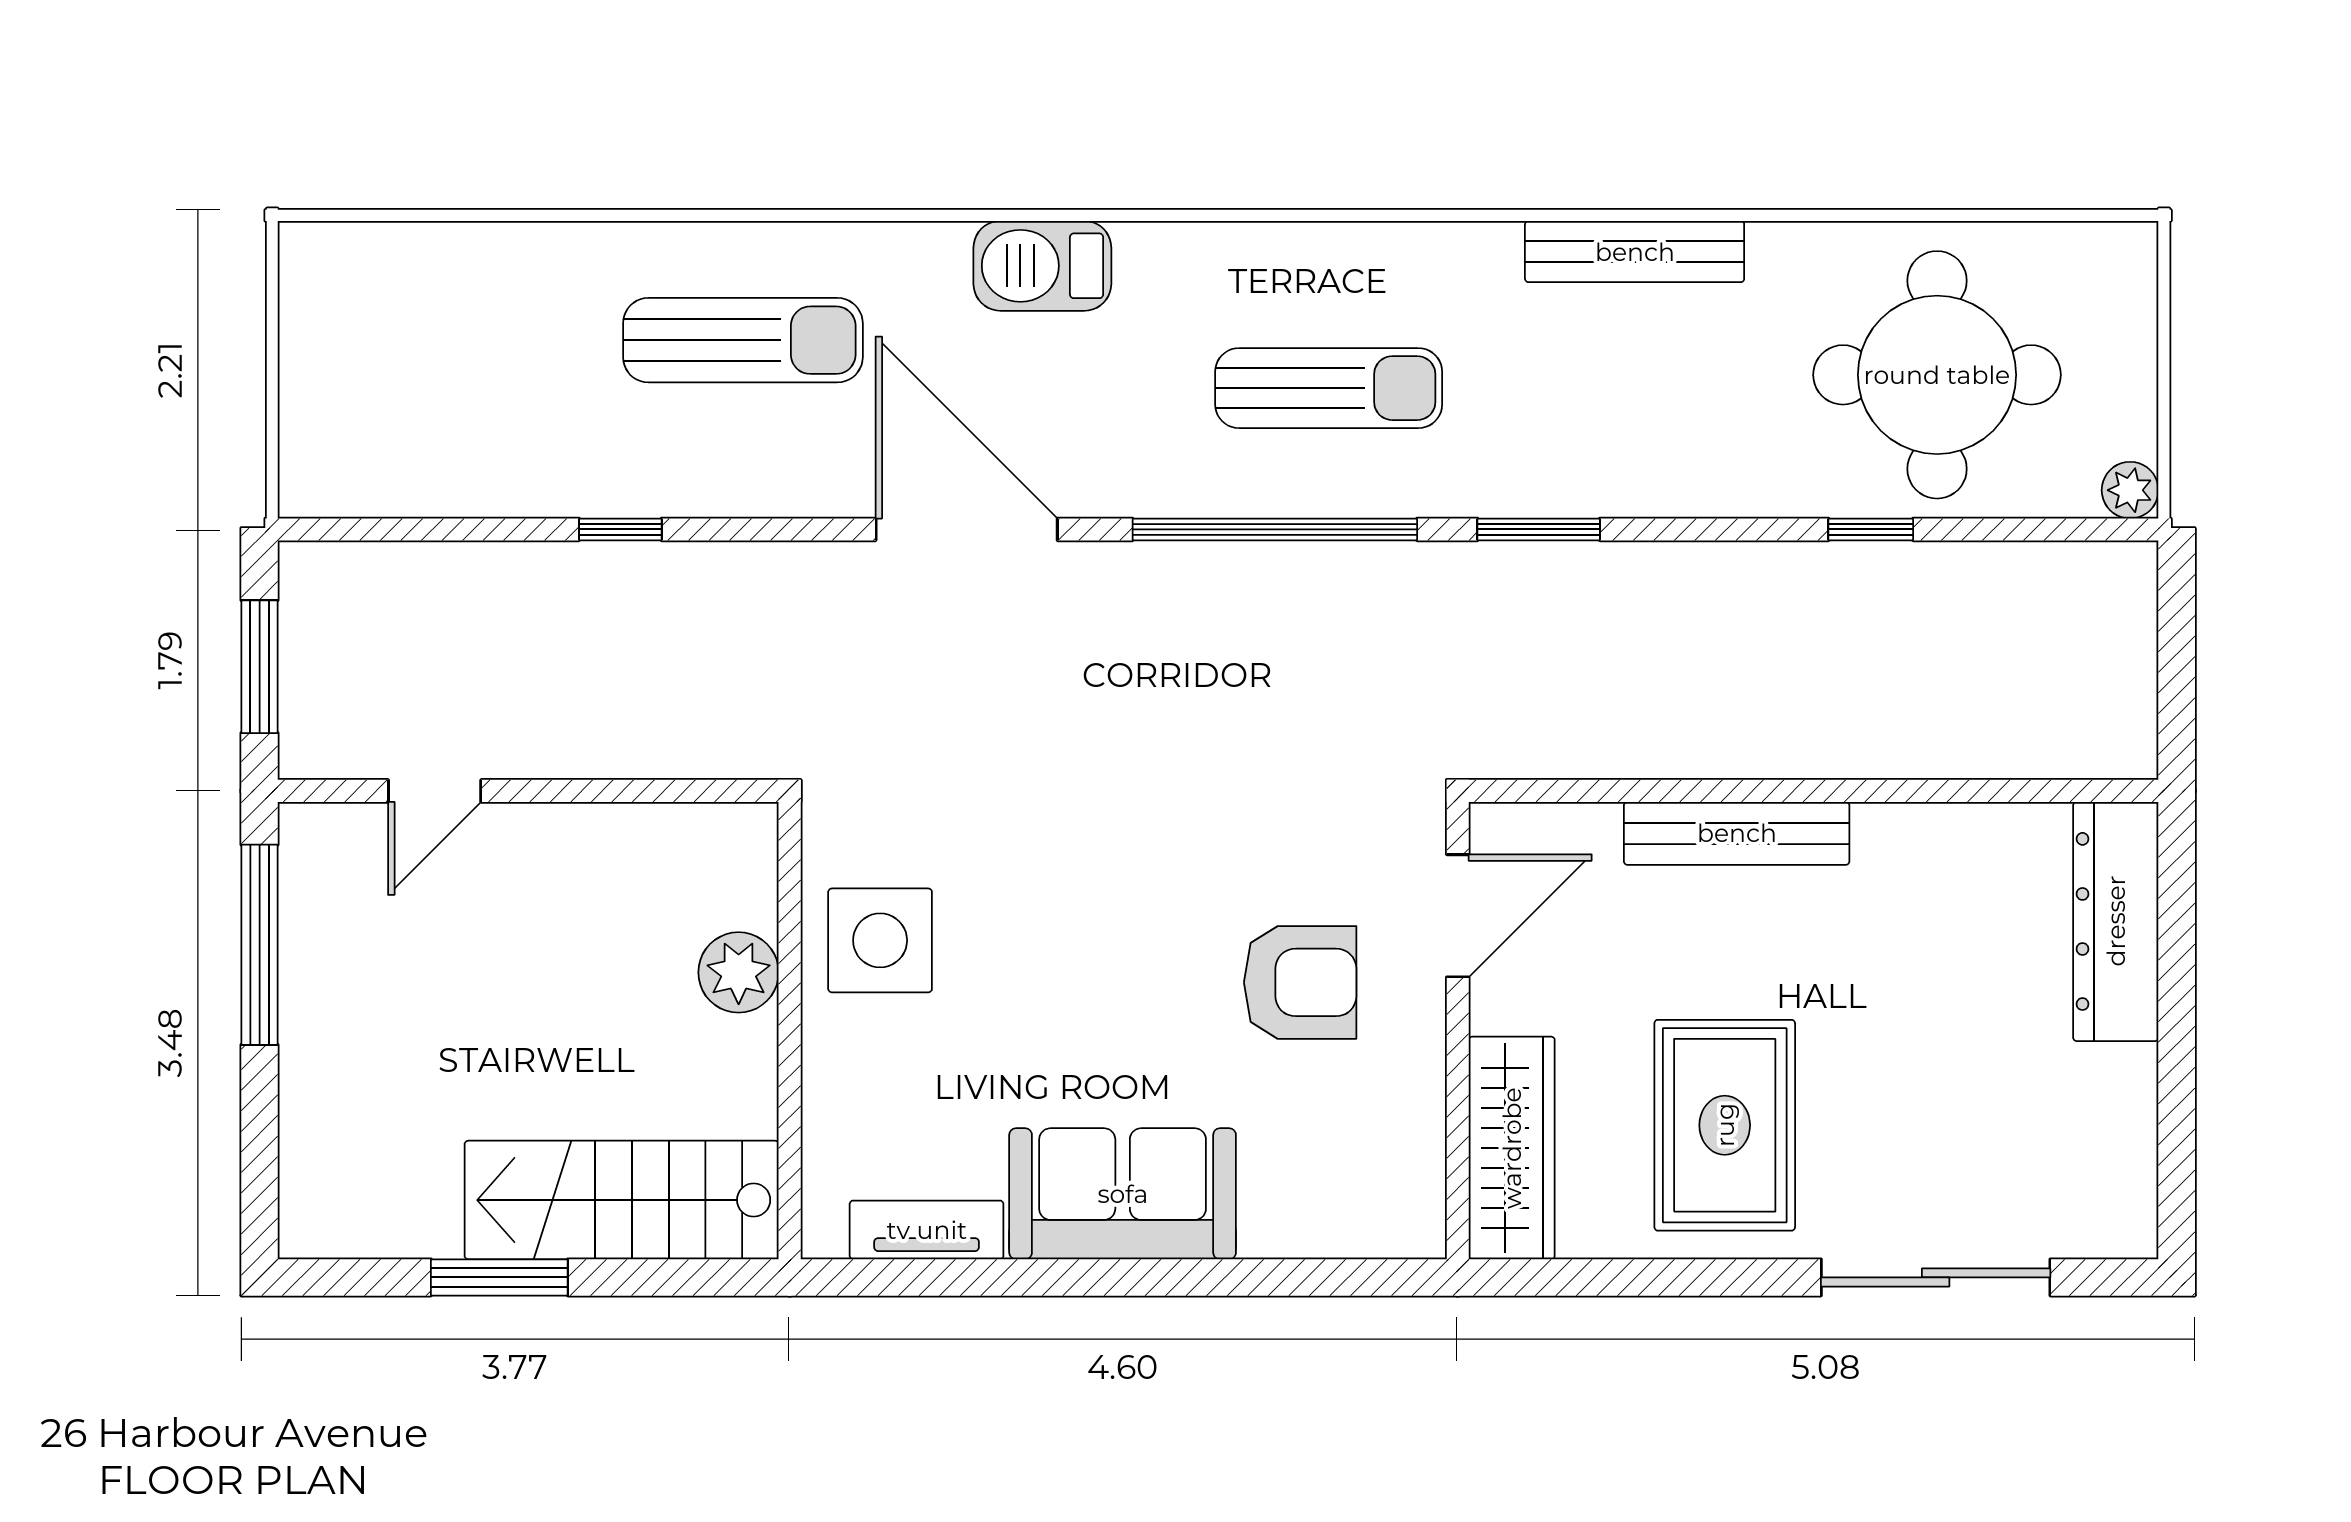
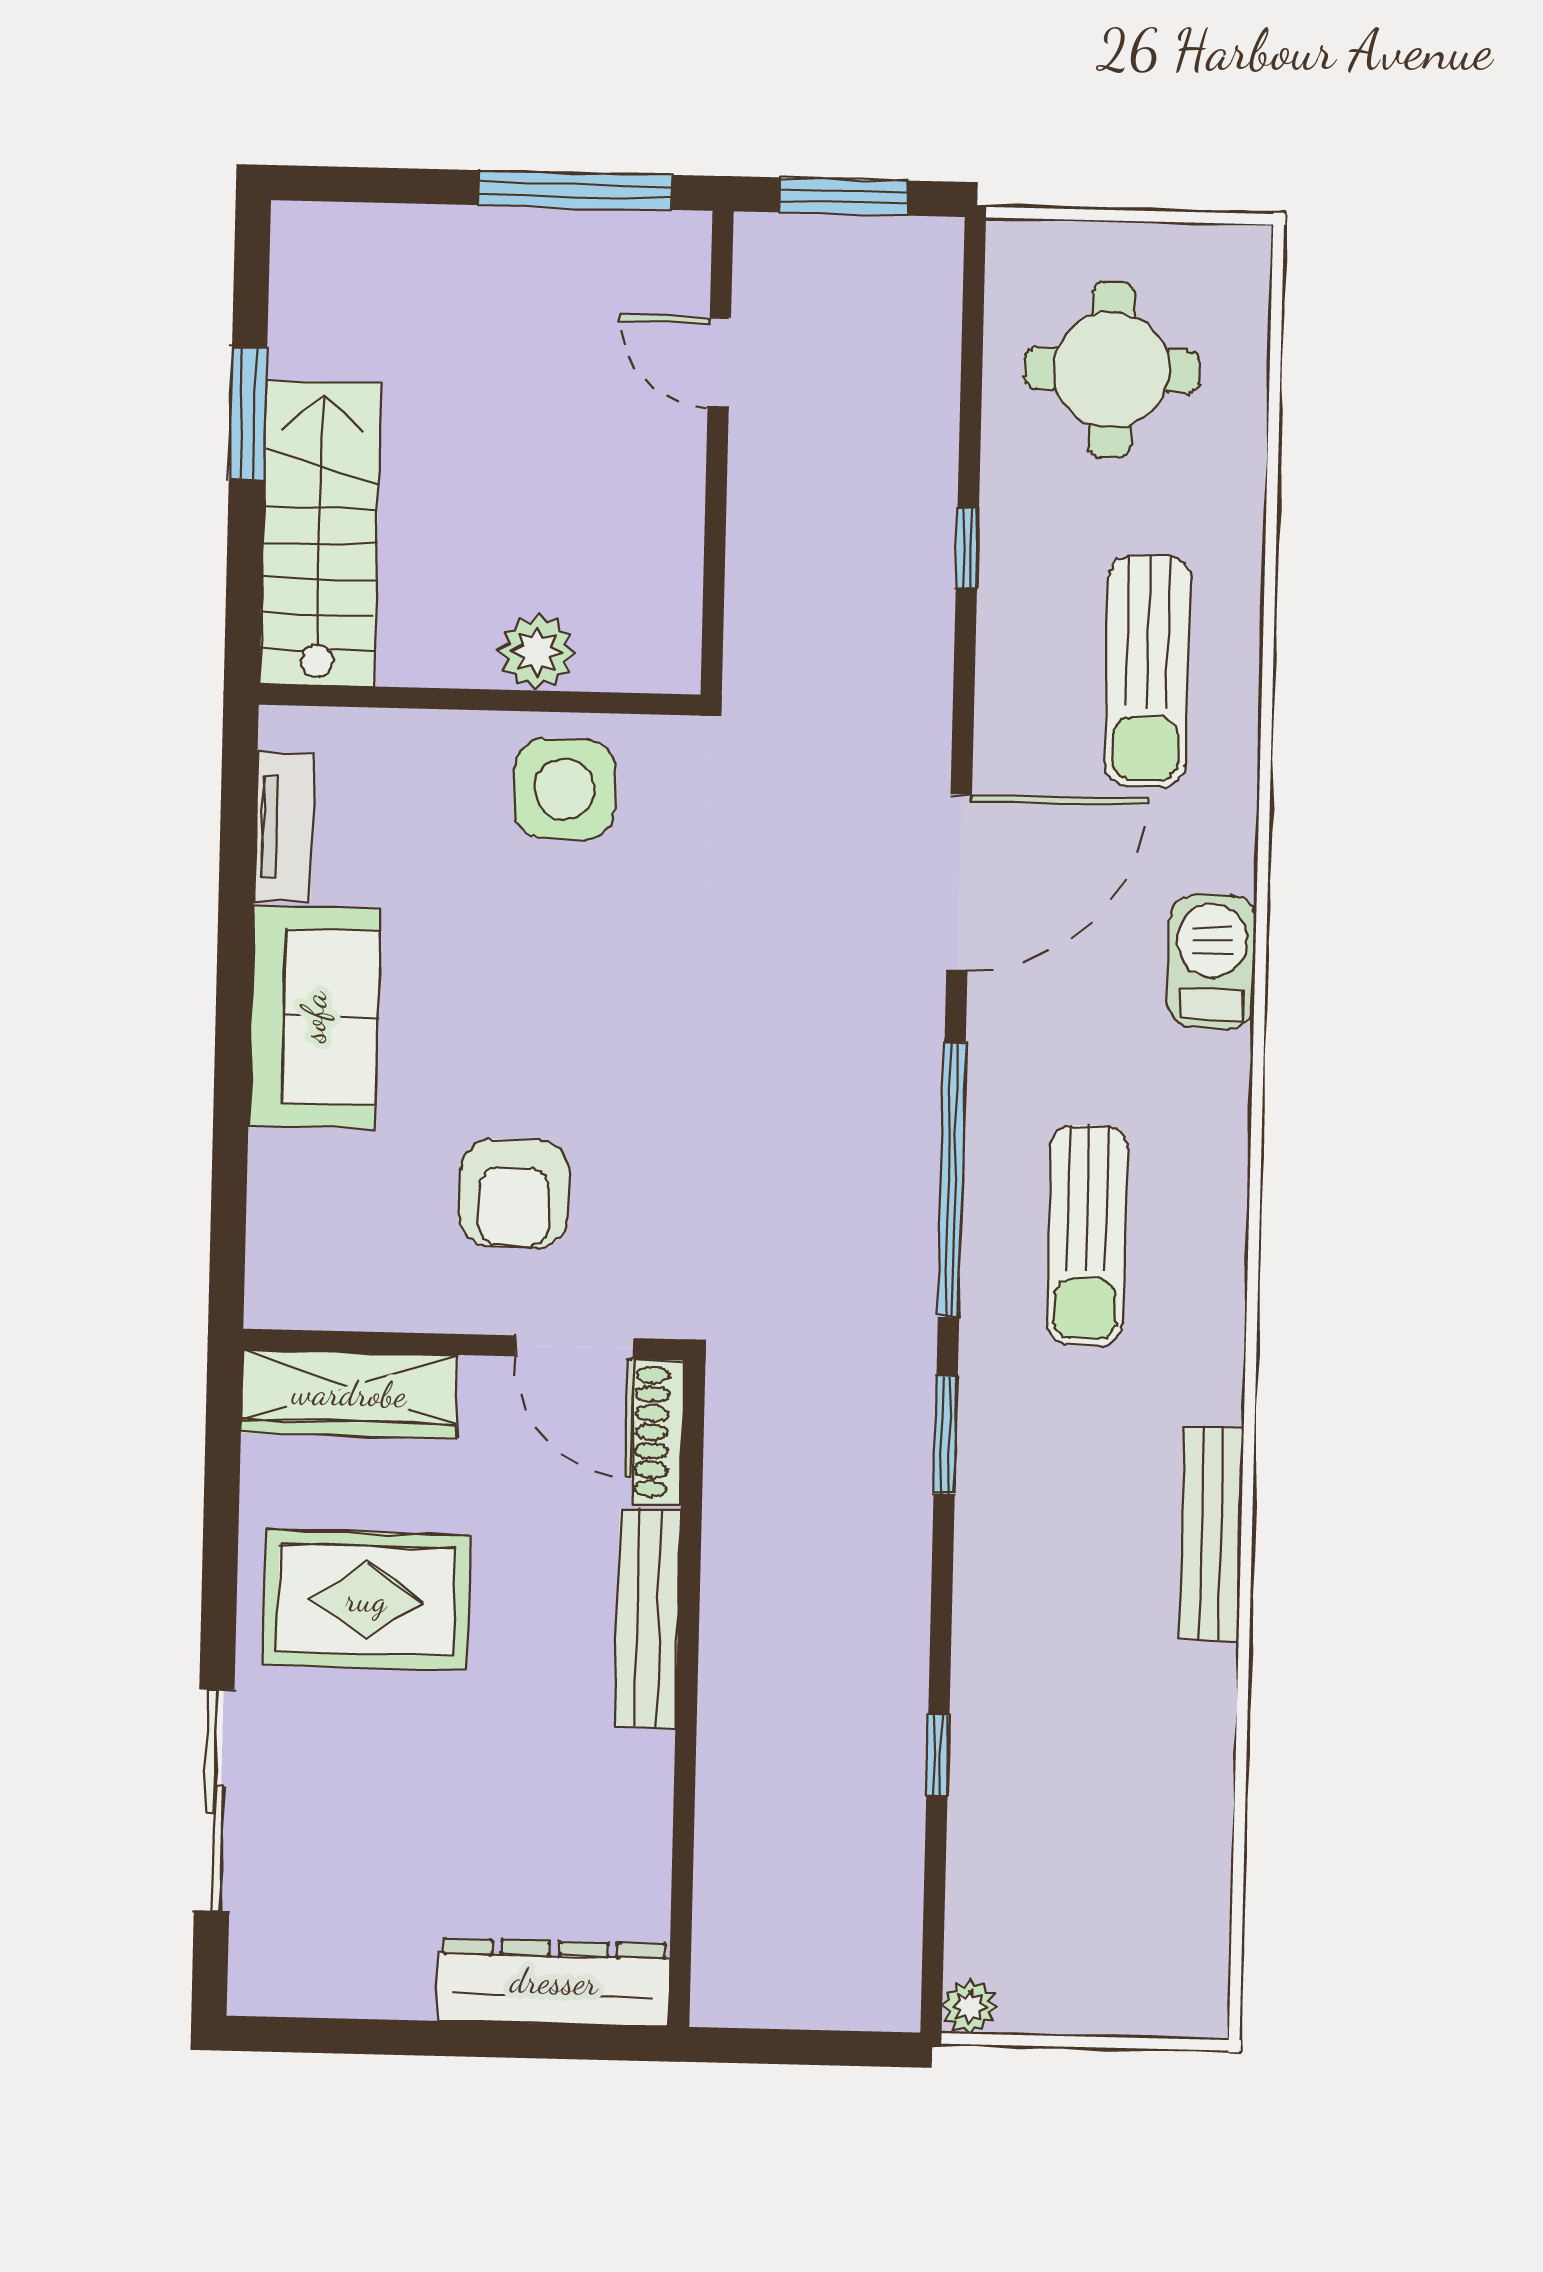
round table: (1937, 375) -> (1111, 370), moved, width x0.73, depth x0.73
shoe rack: (1543, 827) -> (658, 1432), added

